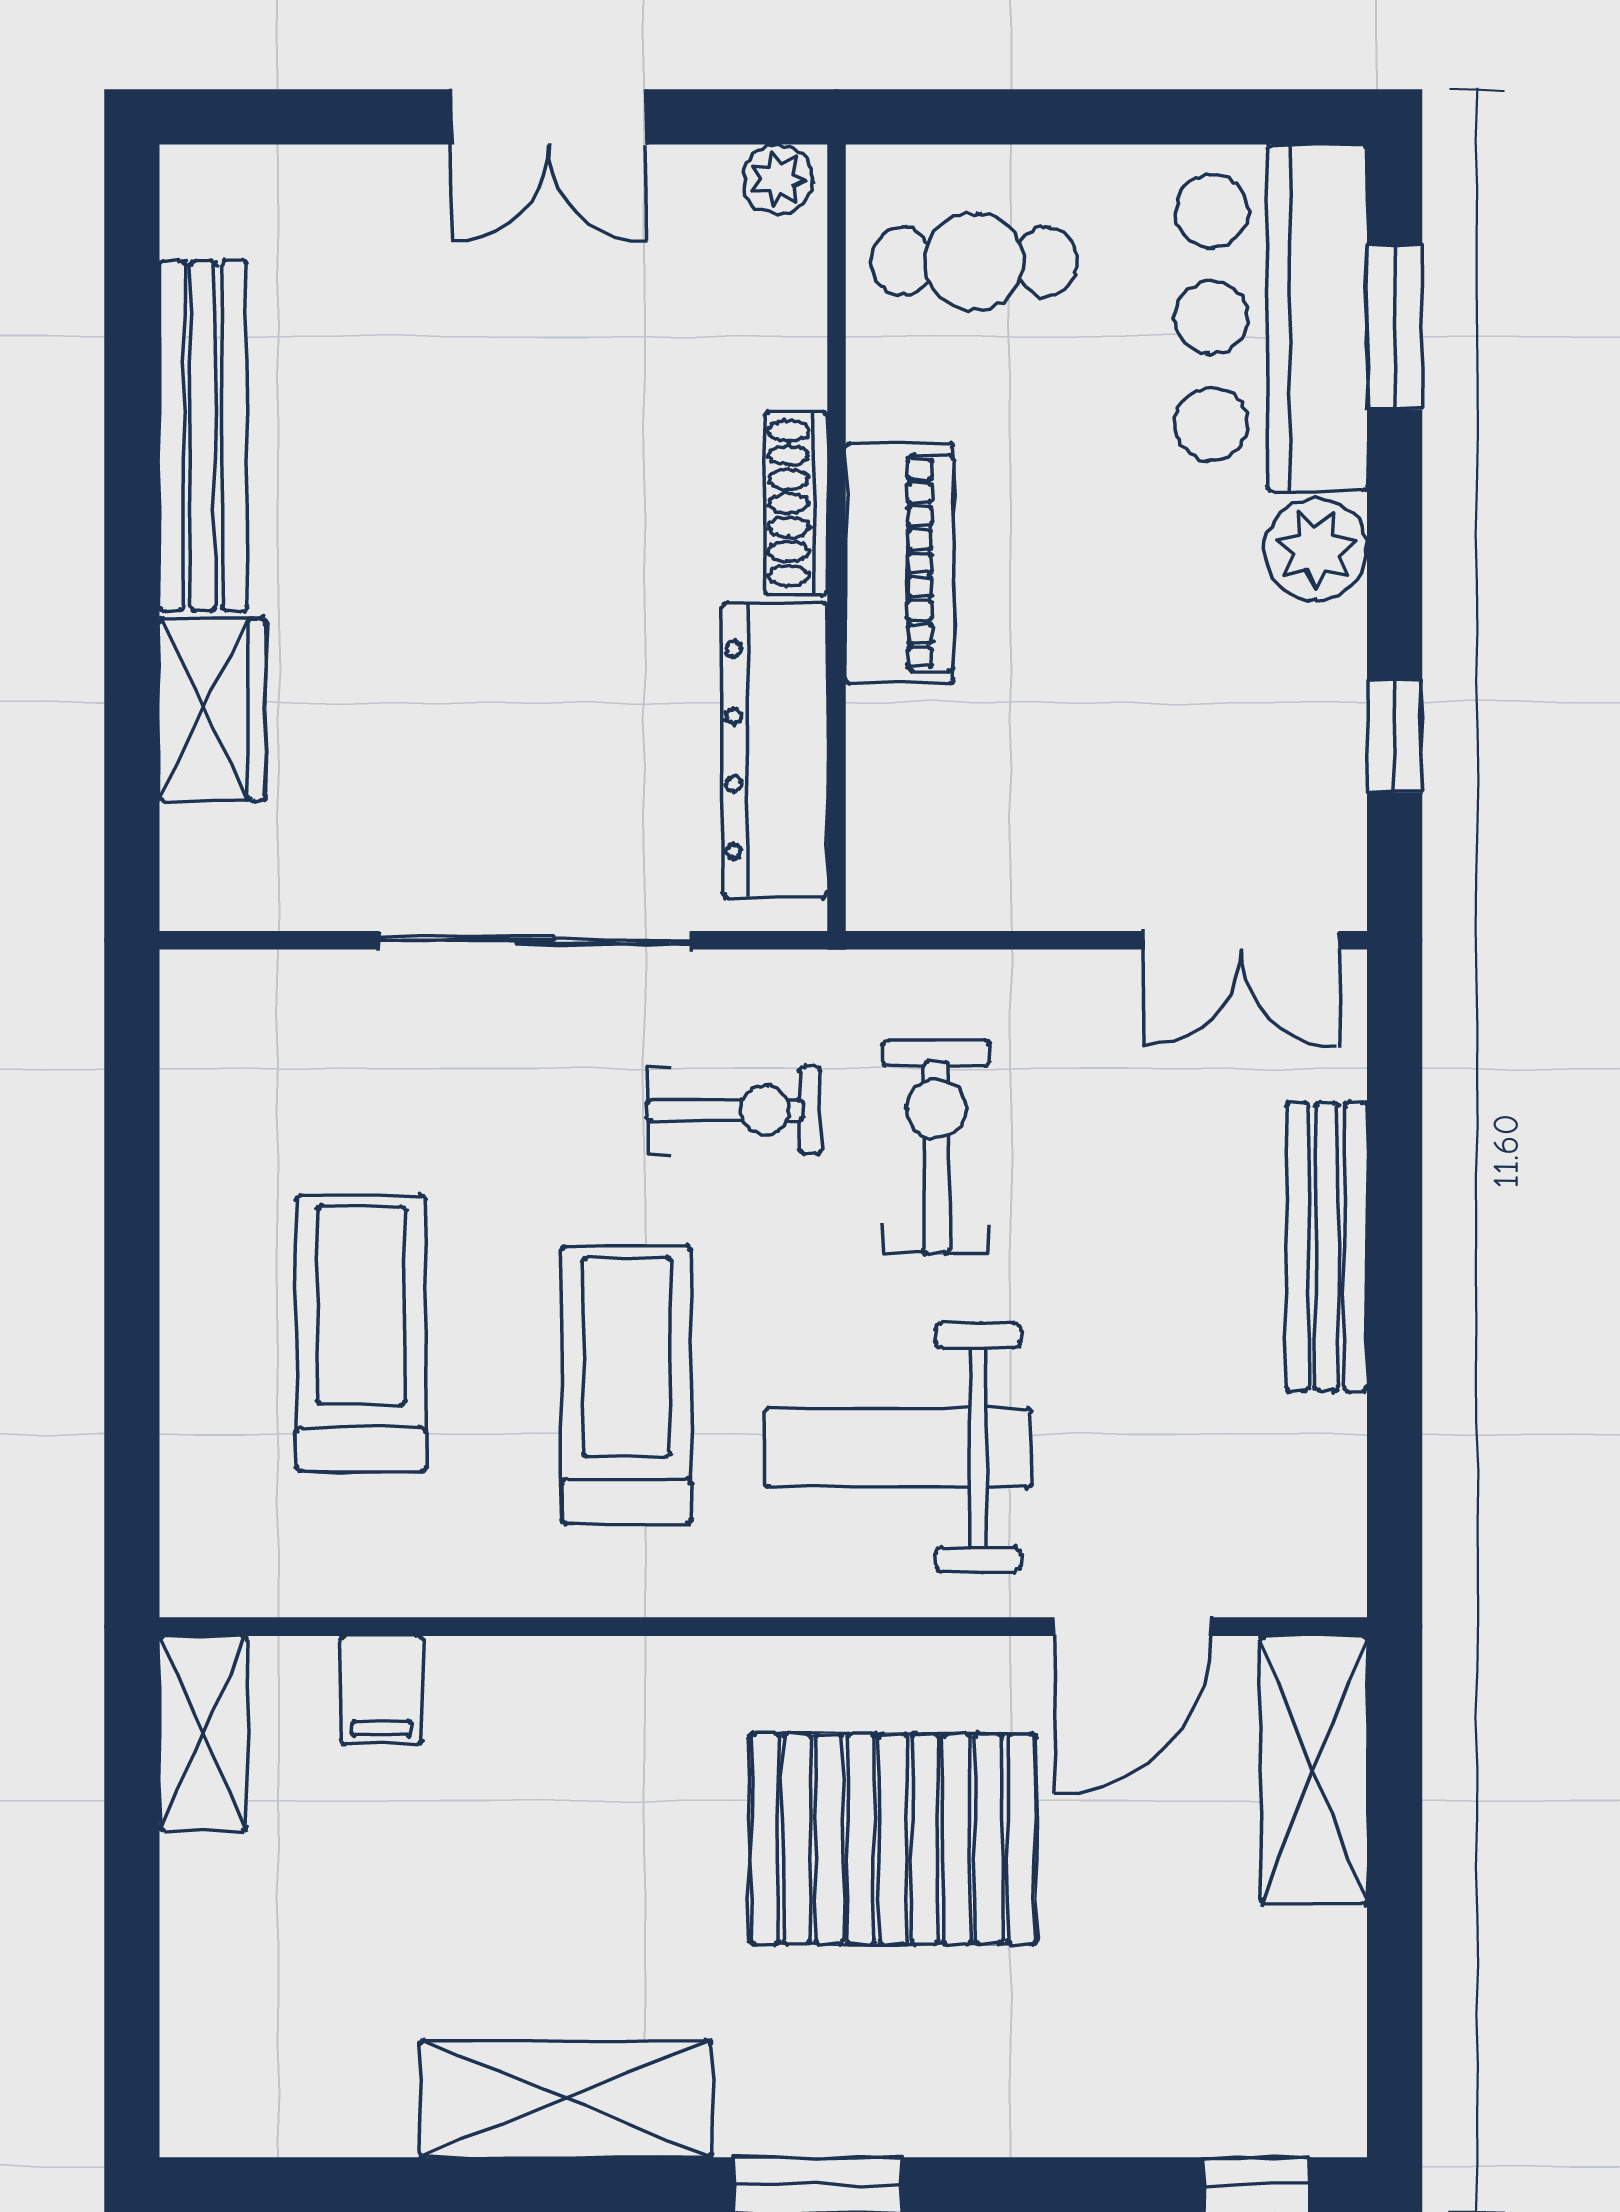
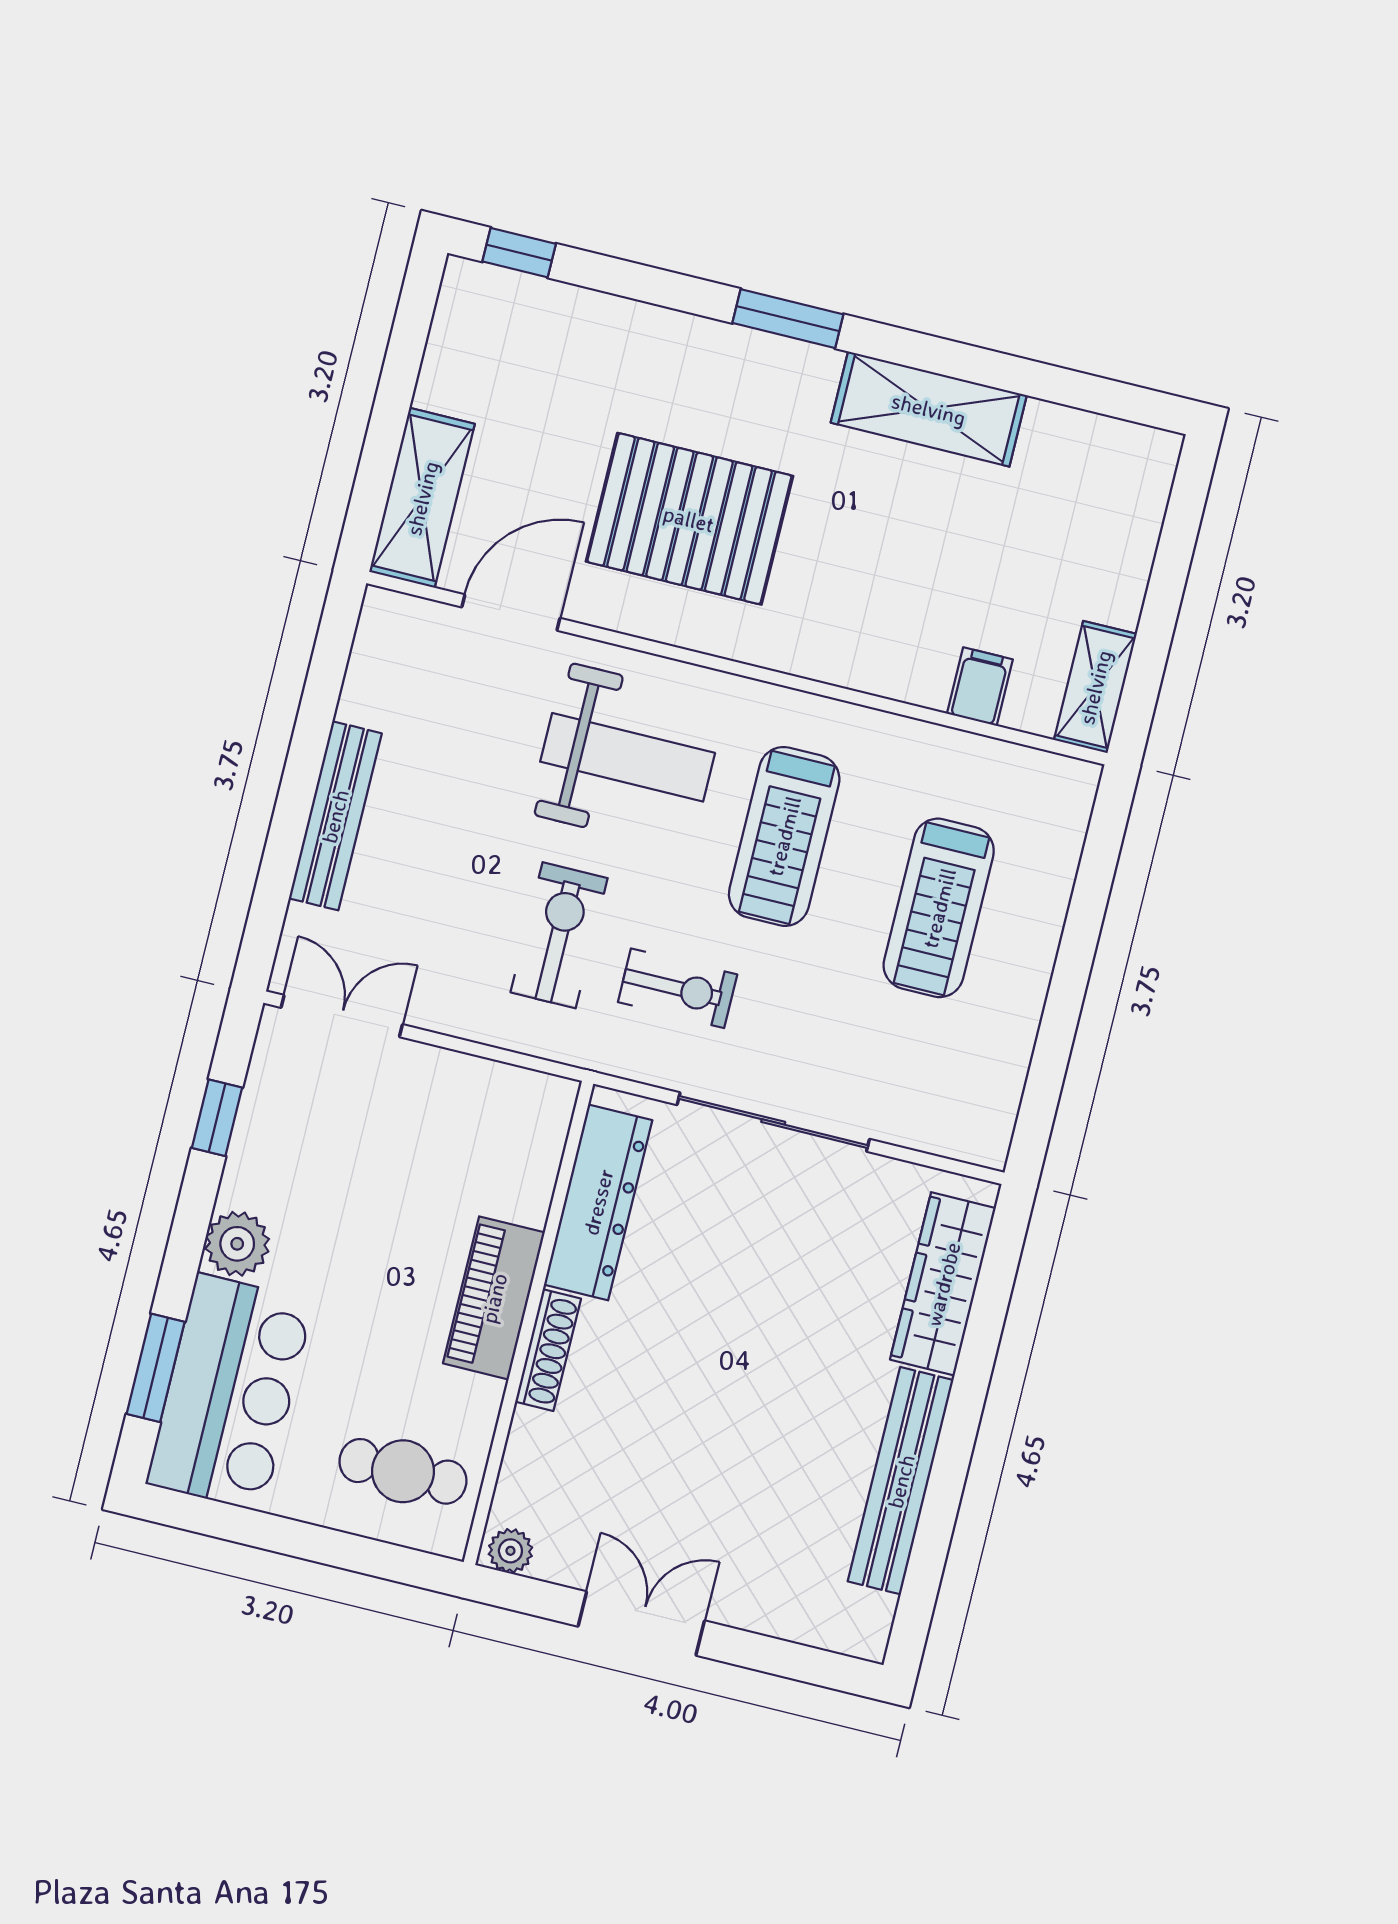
wardrobe: (212, 709) -> (943, 1284), width x1.50
exercise bike: (734, 1110) -> (678, 988), turned 180
exercise bike: (936, 1147) -> (559, 935), turned 180

